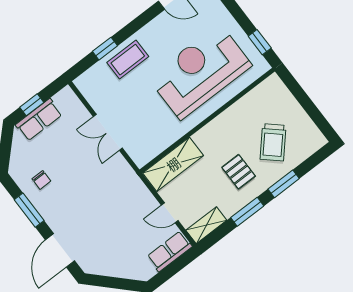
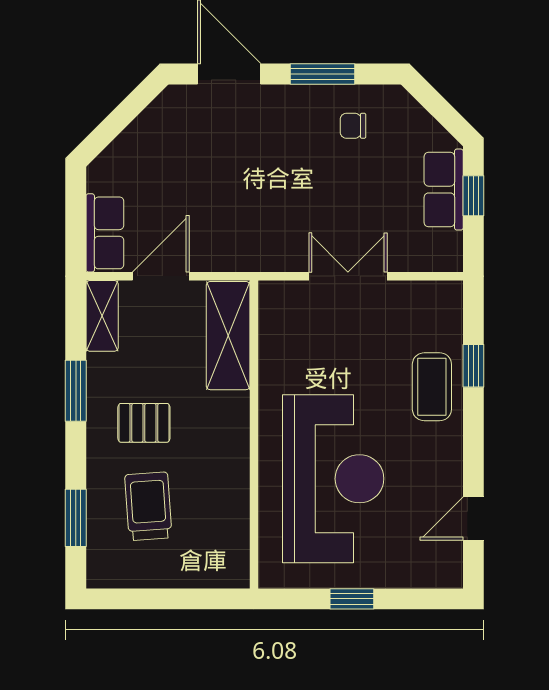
window: (260, 42) -> (352, 599), moved
trolley: (273, 142) -> (148, 506), turned 44
window: (284, 184) -> (76, 518), moved
door: (170, 213) -> (161, 276), width x1.38

